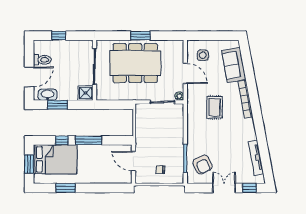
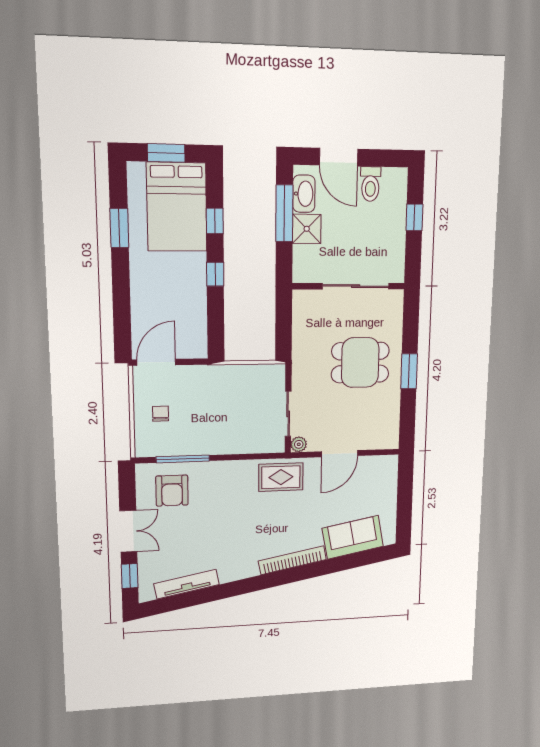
side table: (203, 55) -> (371, 483), removed
dining table: (135, 63) -> (360, 363), width x0.53, depth x0.80
shower: (86, 93) -> (307, 229), moved
window: (58, 105) -> (284, 213), width x1.44
rug: (214, 107) -> (281, 477), moved
window: (88, 140) -> (215, 274), width x0.46
door: (133, 161) -> (156, 362), moved
armchair: (203, 164) -> (172, 491), turned -65

